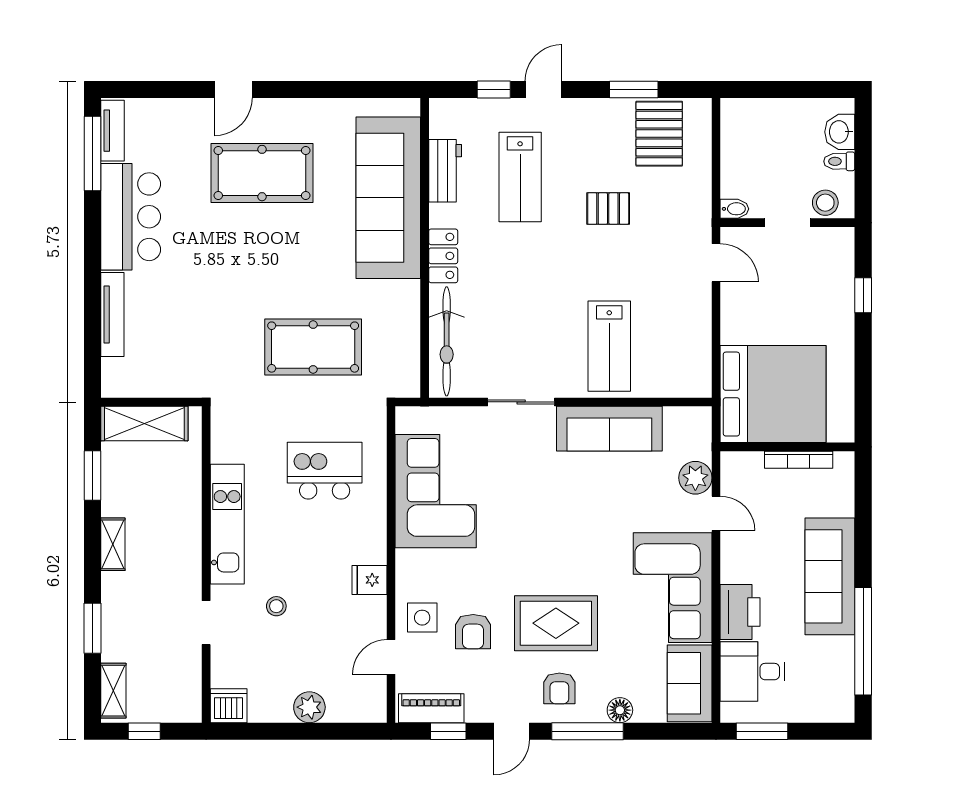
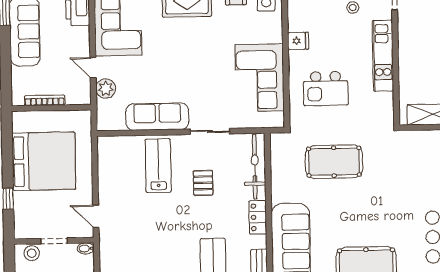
pallet: (608, 209) -> (203, 183), moved, turned 90
bed: (773, 394) -> (44, 161), moved, turned 180
fridge: (369, 580) -> (298, 41), moved

